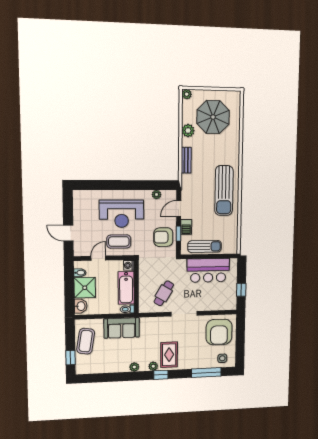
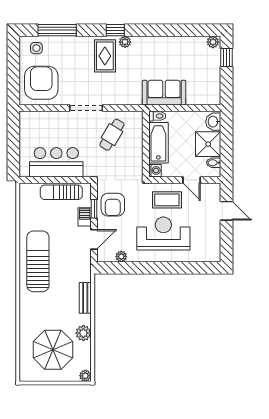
armchair: (163, 237) -> (113, 205), turned 90
door: (98, 258) -> (192, 180), hinge flipped
window: (241, 290) -> (13, 137), removed
coffee table: (86, 341) -> (208, 78), removed
plant: (134, 367) -> (213, 42), moved

